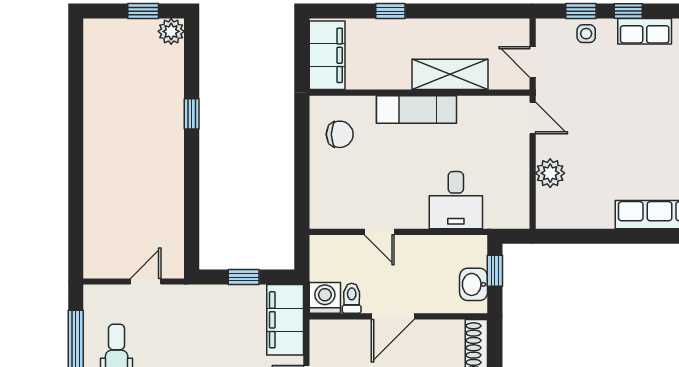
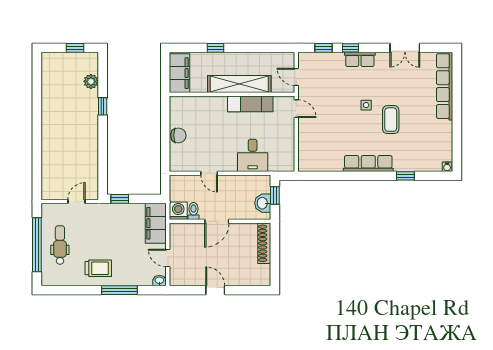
plant: (171, 31) -> (91, 81), moved
side table: (586, 34) -> (366, 105), moved
shelving: (450, 74) -> (239, 84), width x1.47
exam couch: (416, 110) -> (250, 104), moved
chair: (340, 134) -> (178, 135), moved
plant: (550, 173) -> (306, 140), removed
window: (244, 277) -> (120, 199), moved

